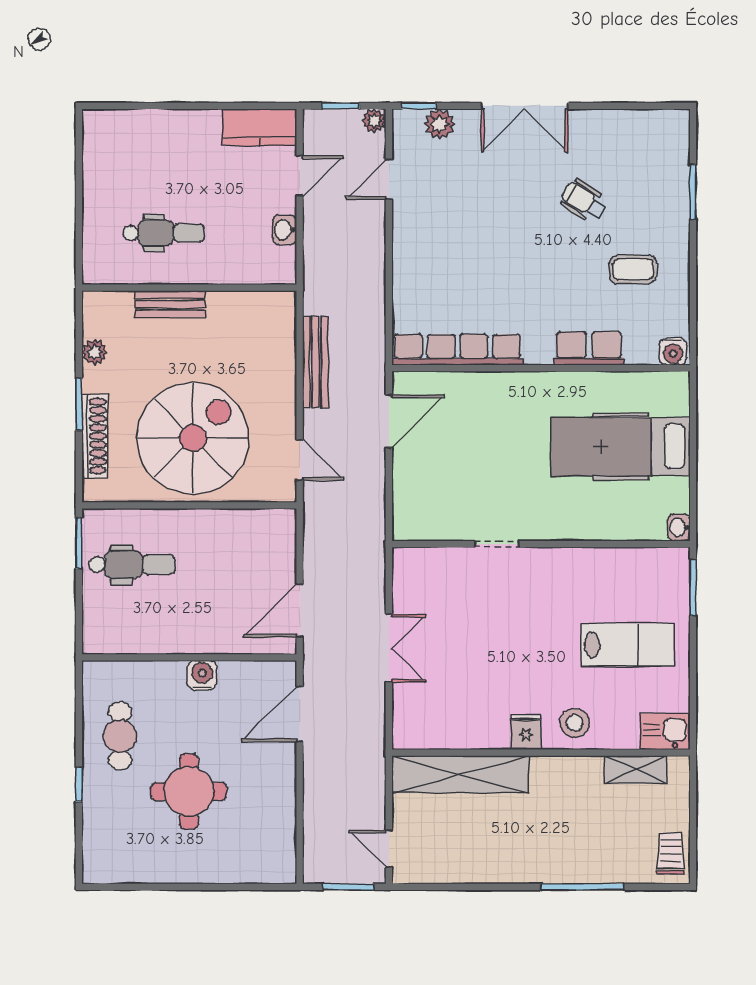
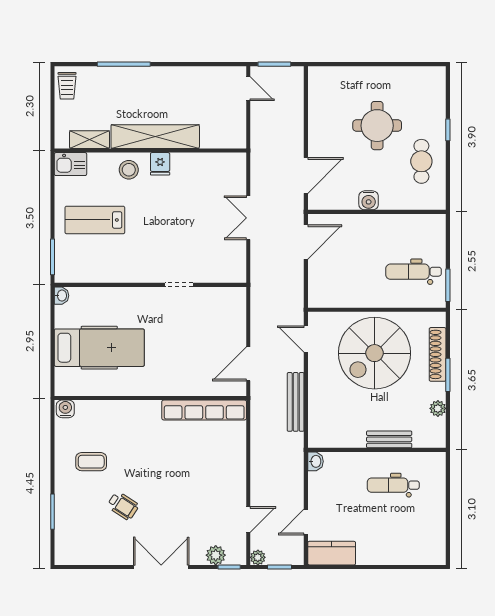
washbasin: (285, 230) -> (315, 461), moved
row of seats: (589, 348) -> (119, 411), removed
shelving: (460, 774) -> (155, 137), moved

